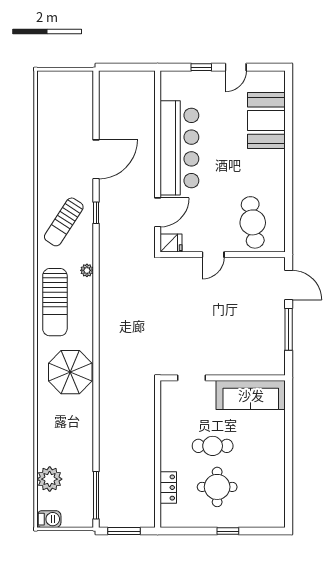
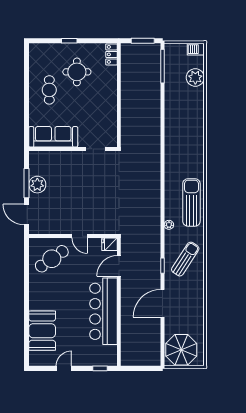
window: (201, 67) -> (100, 368), moved
cafe table: (253, 222) -> (52, 259), turned 63
door: (213, 255) -> (80, 236), swing flipped
plant: (273, 327) -> (37, 185), added
parasol: (70, 372) -> (181, 350), moved
cafe table: (213, 446) -> (49, 90), moved, turned 90
locker: (168, 488) -> (111, 54), moved

